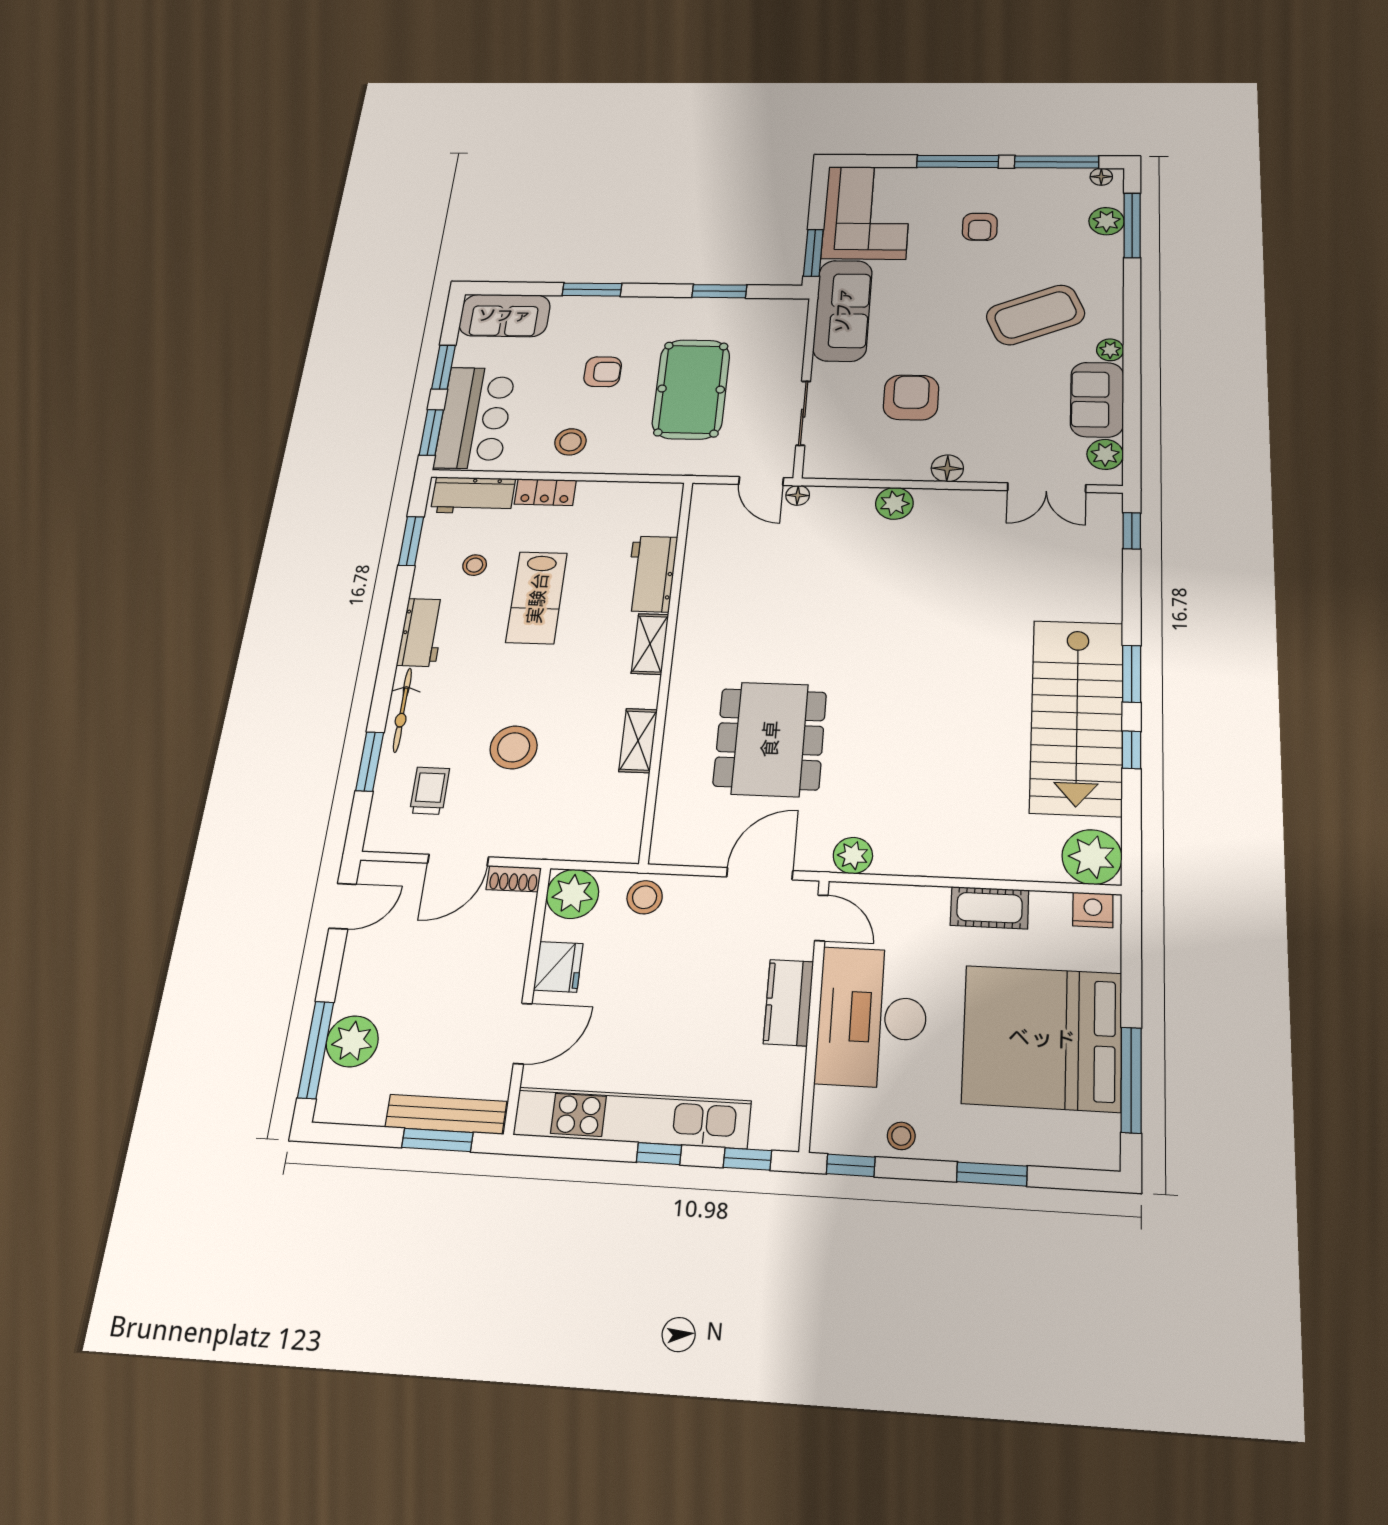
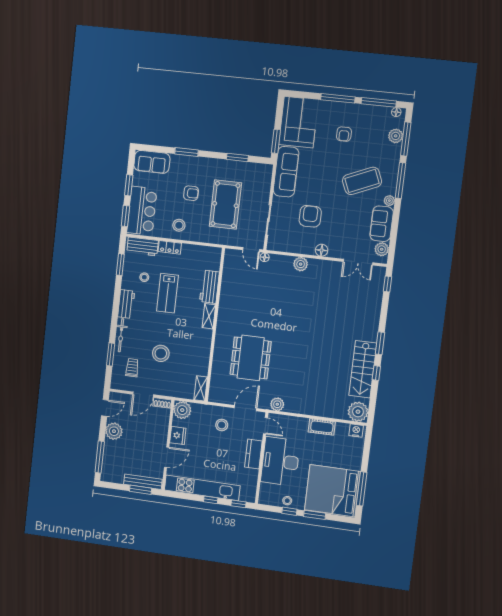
window: (1132, 307) -> (400, 181), added
stairs: (1077, 717) -> (363, 369), width x0.73, depth x0.66
shelving: (638, 741) -> (201, 388), moved
stool: (645, 897) -> (222, 425), moved
bed: (1042, 1038) -> (333, 491), moved
plant: (352, 1041) -> (114, 431), moved
window: (851, 1165) -> (289, 511), moved

